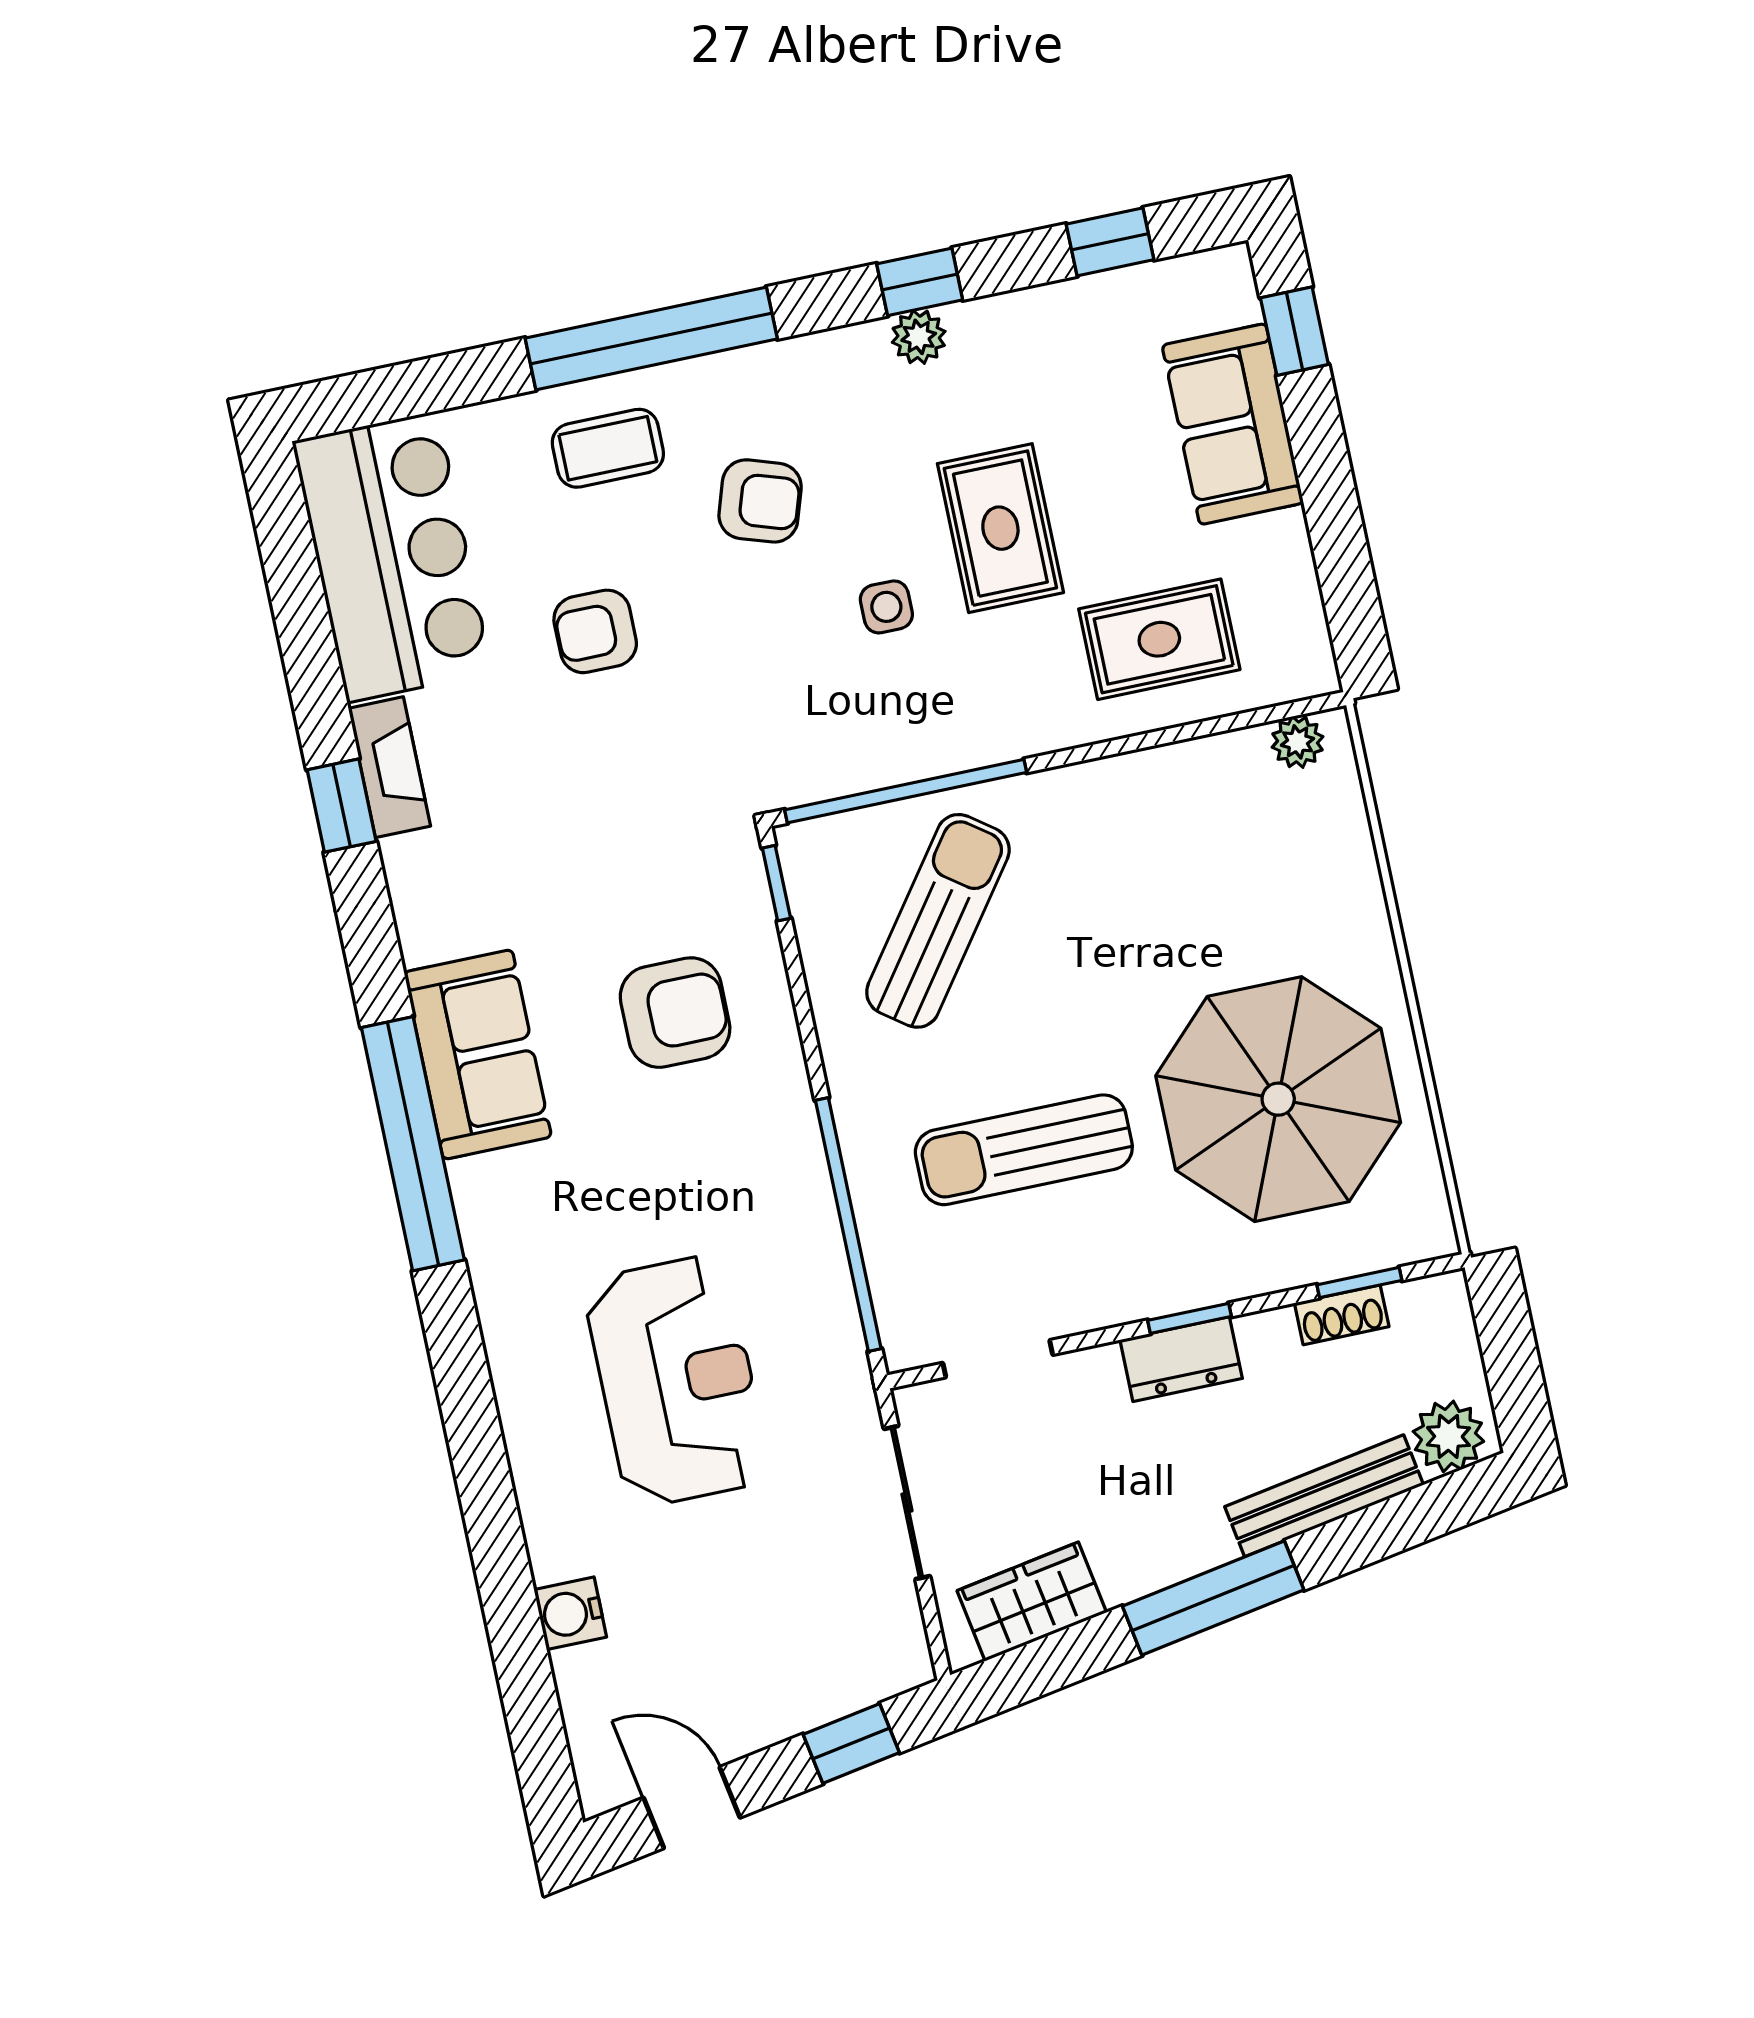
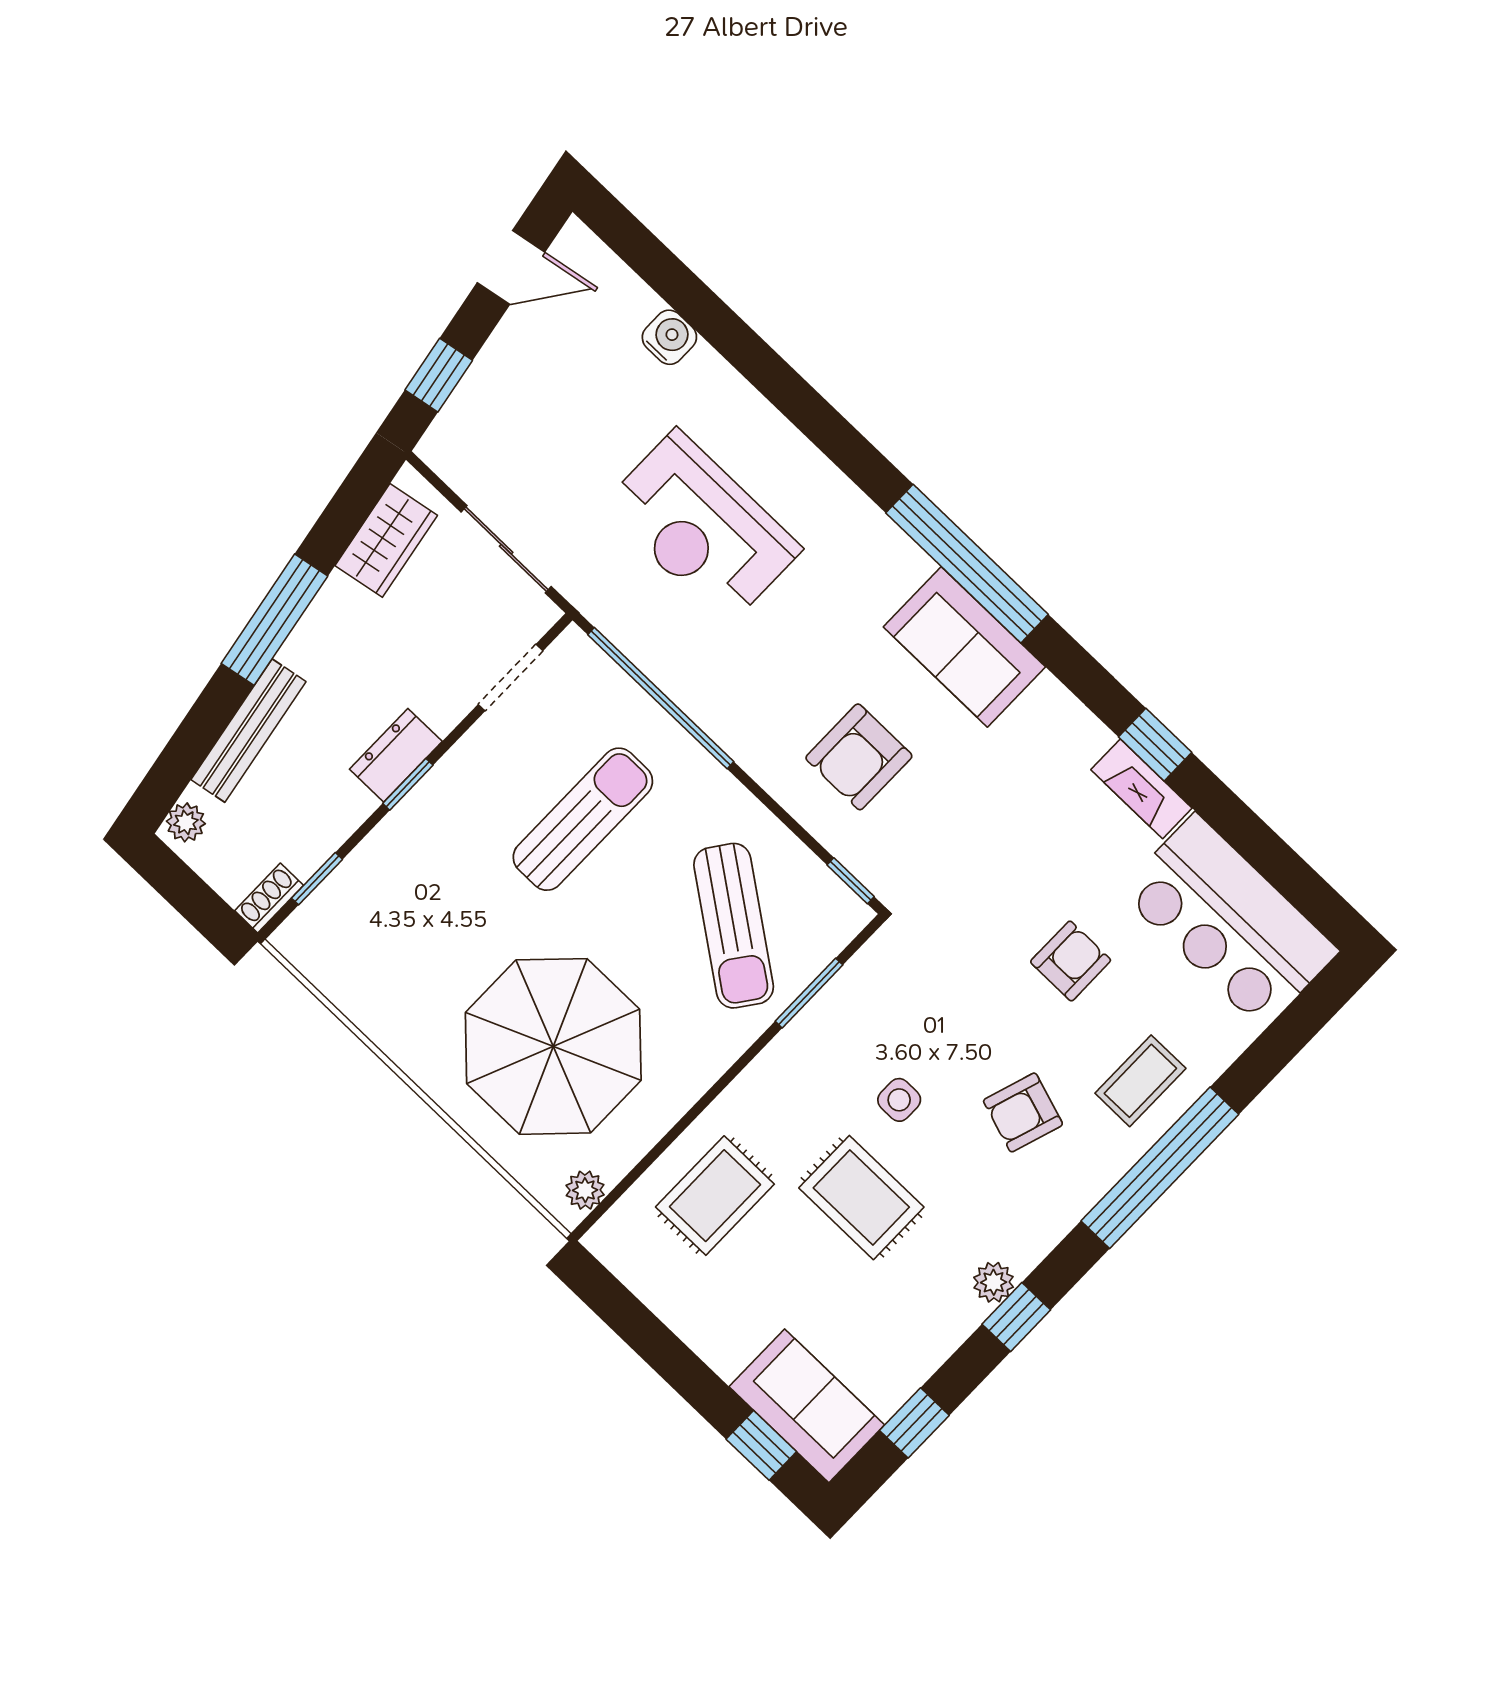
sofa: (1233, 424) -> (807, 1406), moved
window: (906, 791) -> (809, 993), width x0.47
parasol: (1278, 1099) -> (553, 1046), moved
shoe rack: (1342, 1315) -> (269, 898), moved
plant: (1448, 1436) -> (186, 822), width x0.73, depth x0.73

